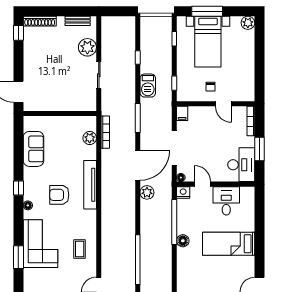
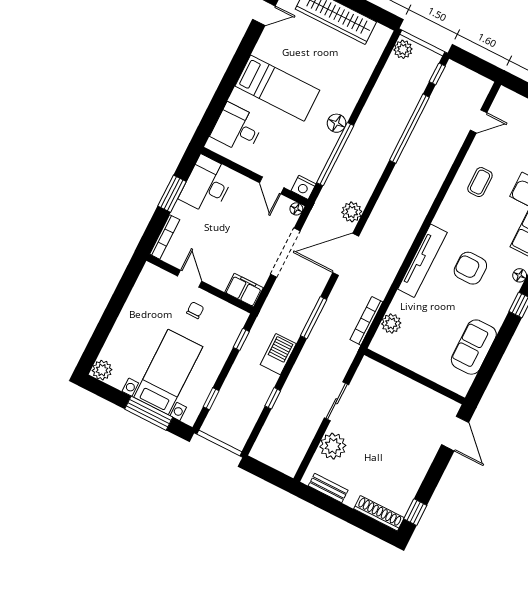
filing cabinet: (182, 113) -> (244, 290), width x2.00
armchair: (59, 195) -> (470, 268), turned 180
desk: (226, 201) -> (237, 128), moved, turned 90

